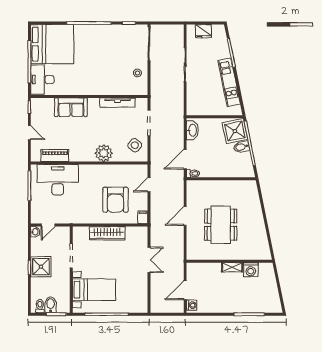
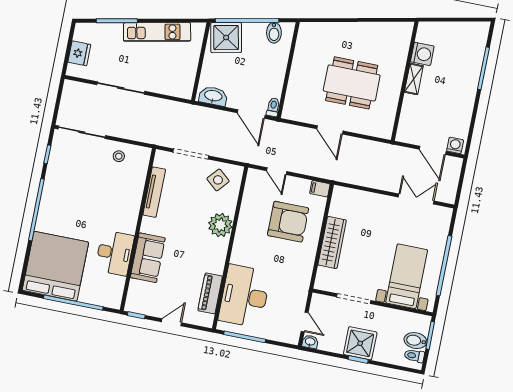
desk: (42, 80) -> (115, 253), moved, turned -90
bidet: (241, 147) -> (274, 33), moved
double door: (149, 260) -> (416, 199), moved

